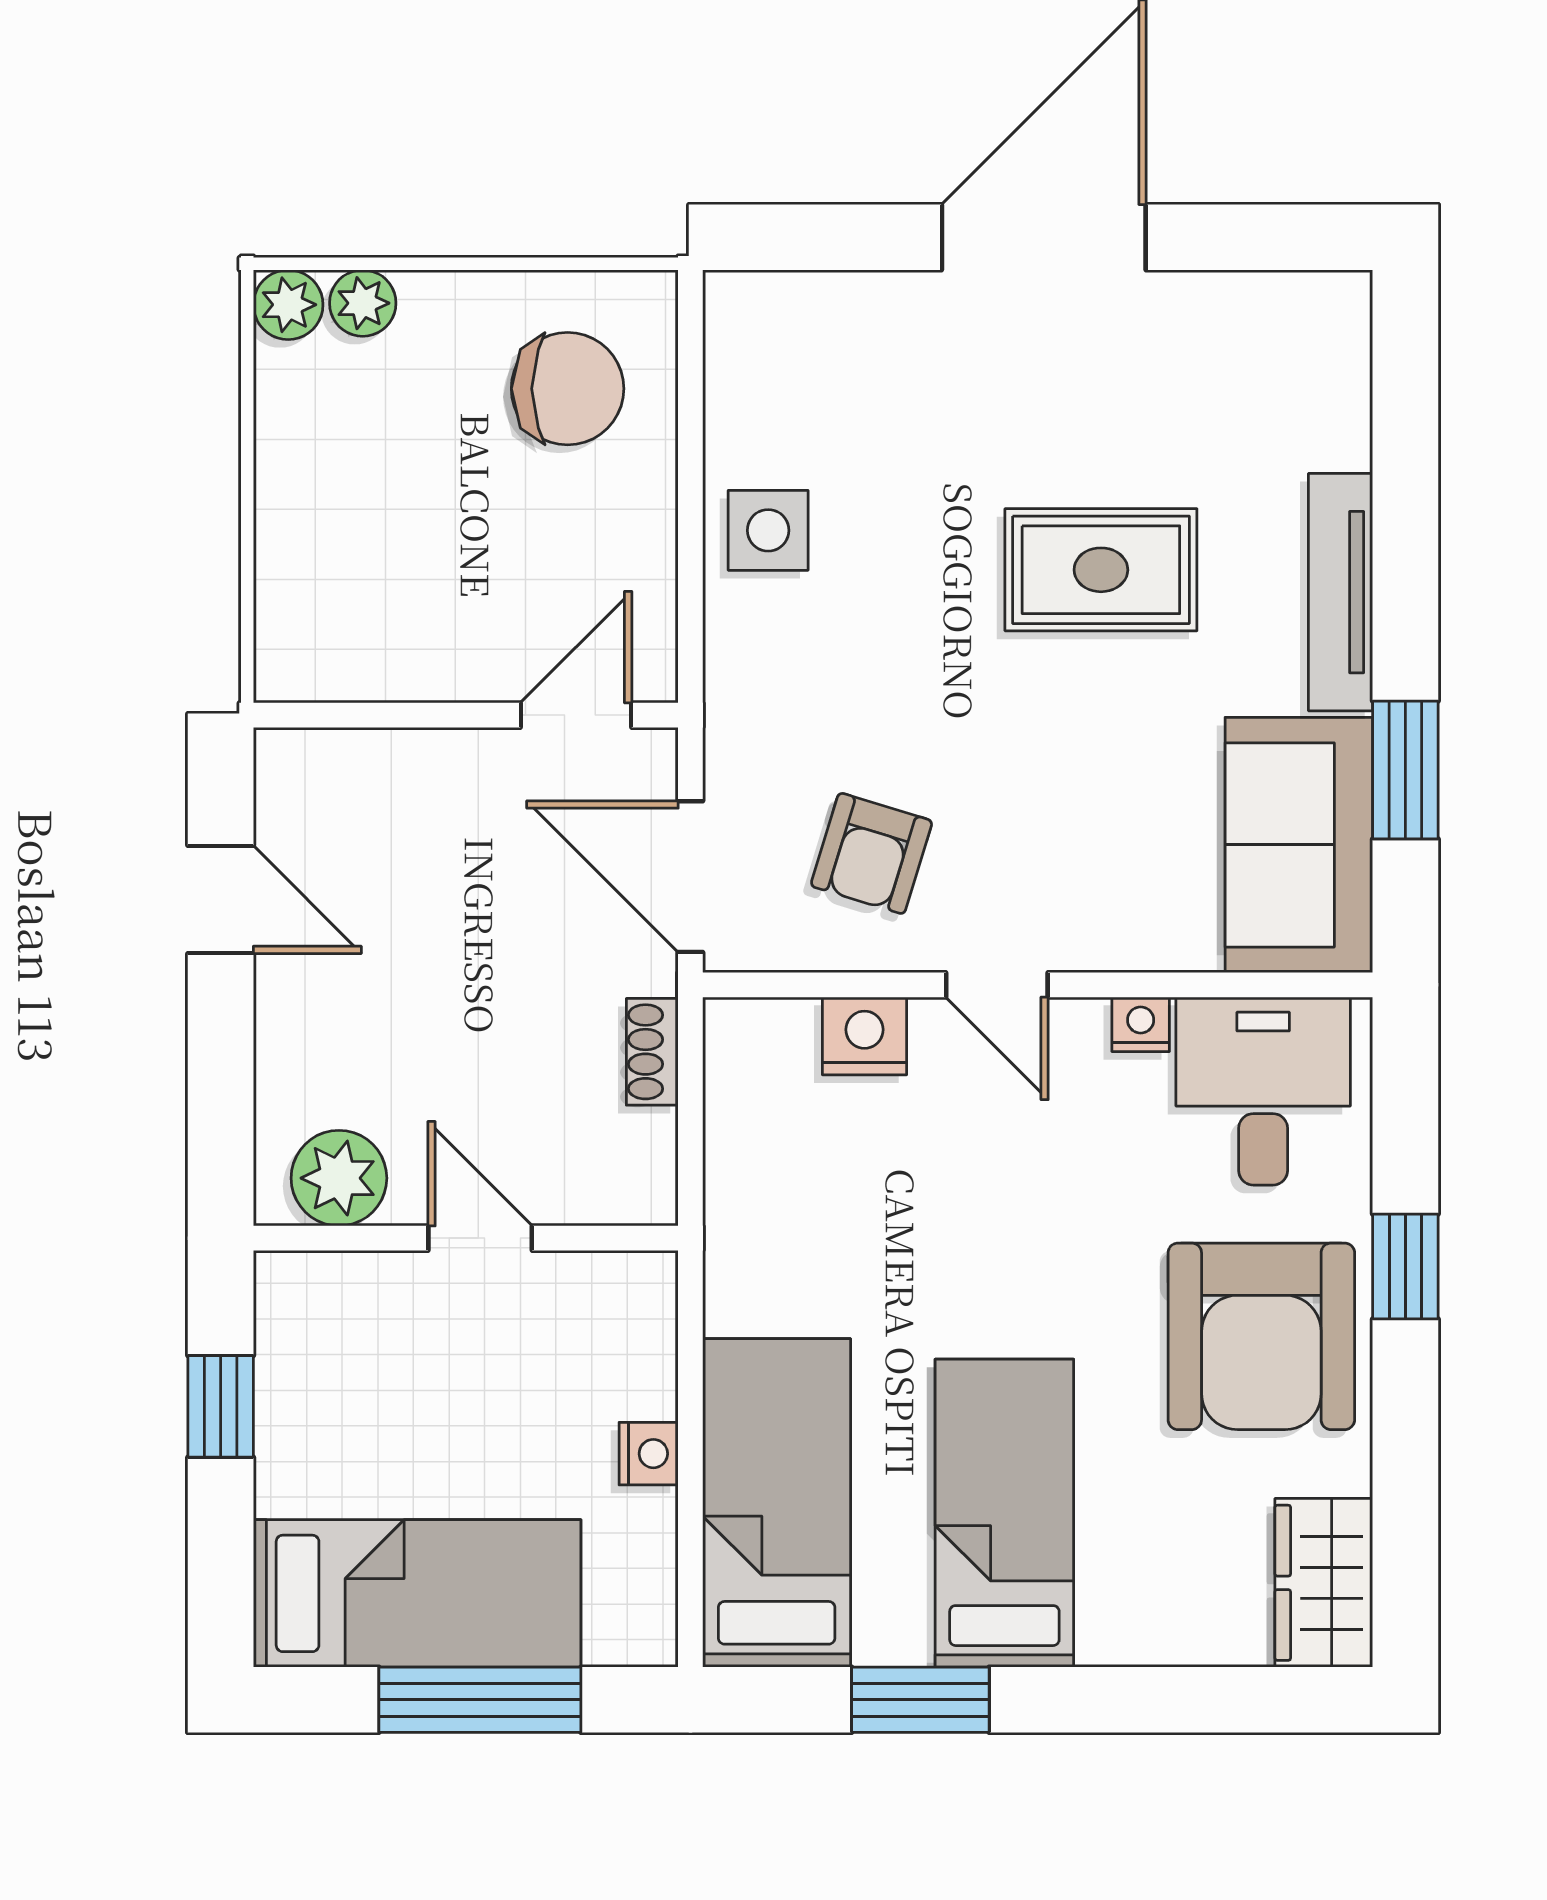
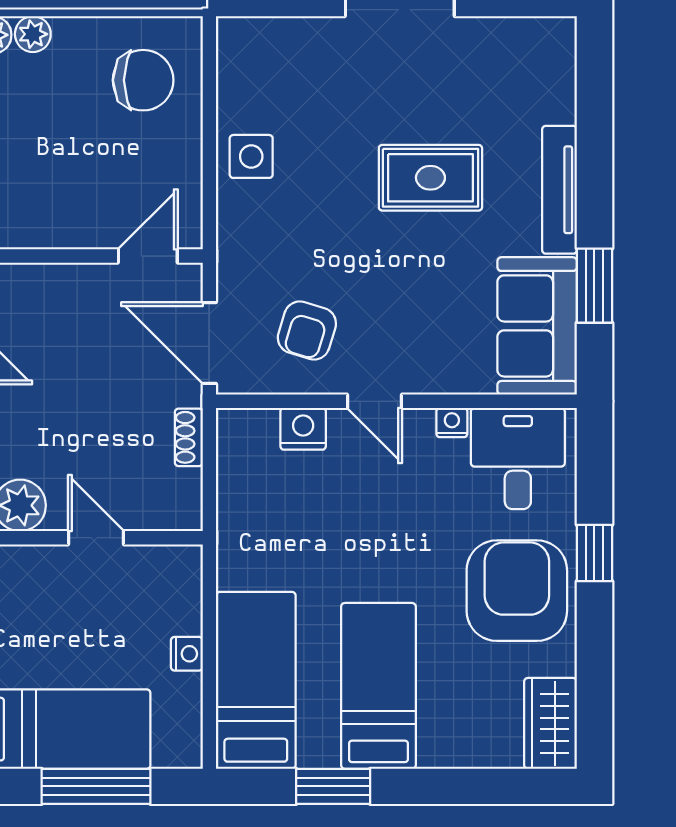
armchair: (1261, 1336) -> (517, 591), turned 180

